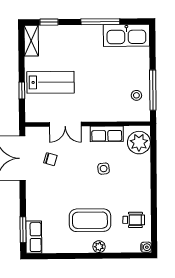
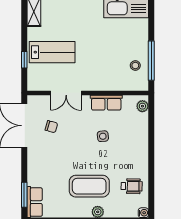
plant: (139, 143) -> (142, 106), width x0.53, depth x0.53

